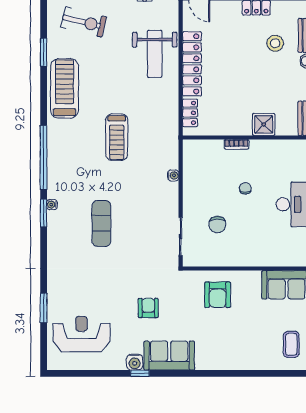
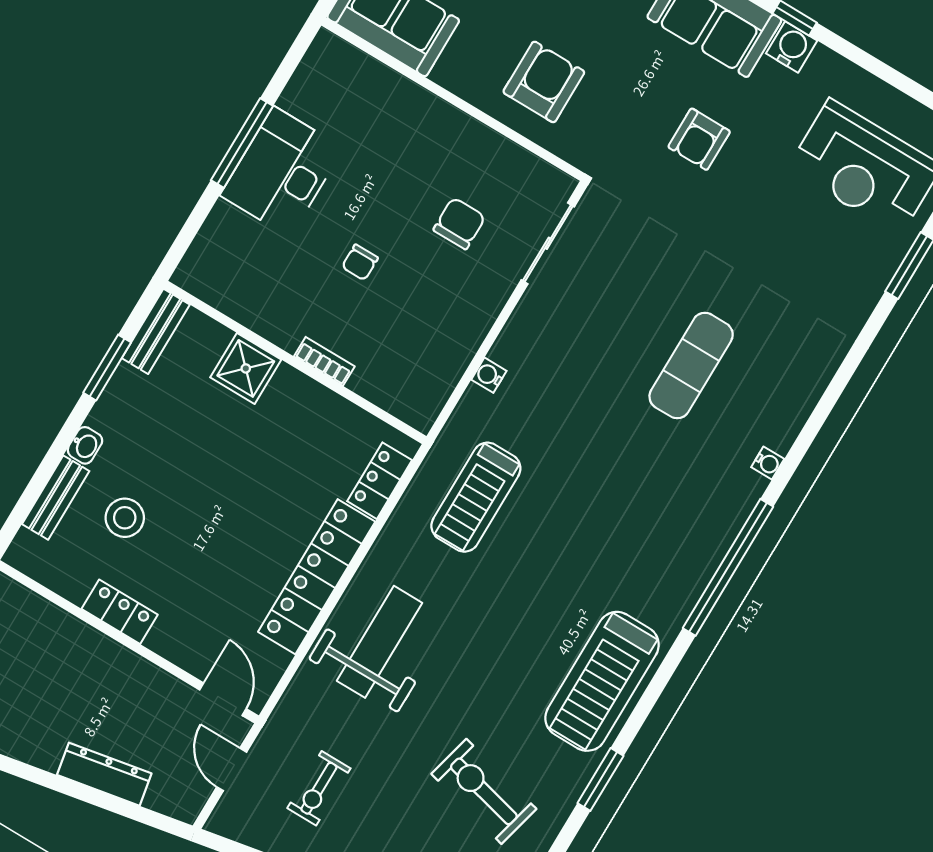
treadmill: (117, 137) -> (476, 497), moved, turned 180
window: (44, 213) -> (795, 456), removed

